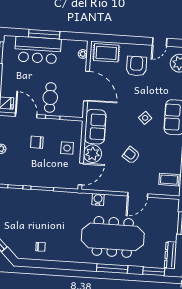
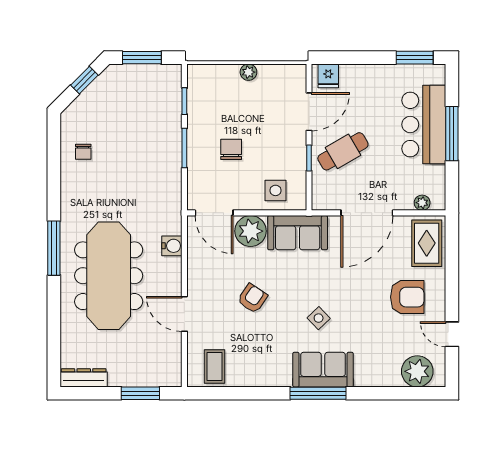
cafe table: (50, 97) -> (343, 151), turned -30
chair: (37, 142) -> (231, 149), moved
side table: (67, 148) -> (275, 190), moved
window: (112, 268) -> (54, 248), moved
window: (154, 271) -> (54, 351), removed

